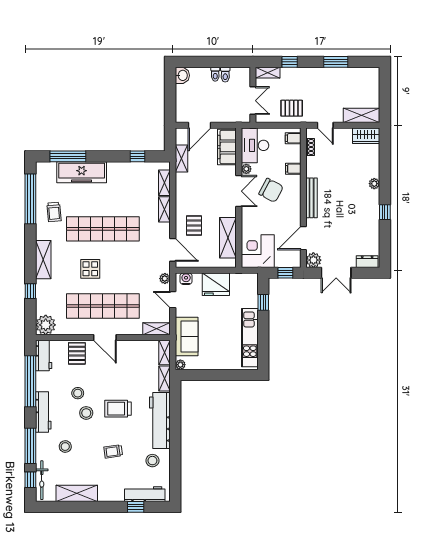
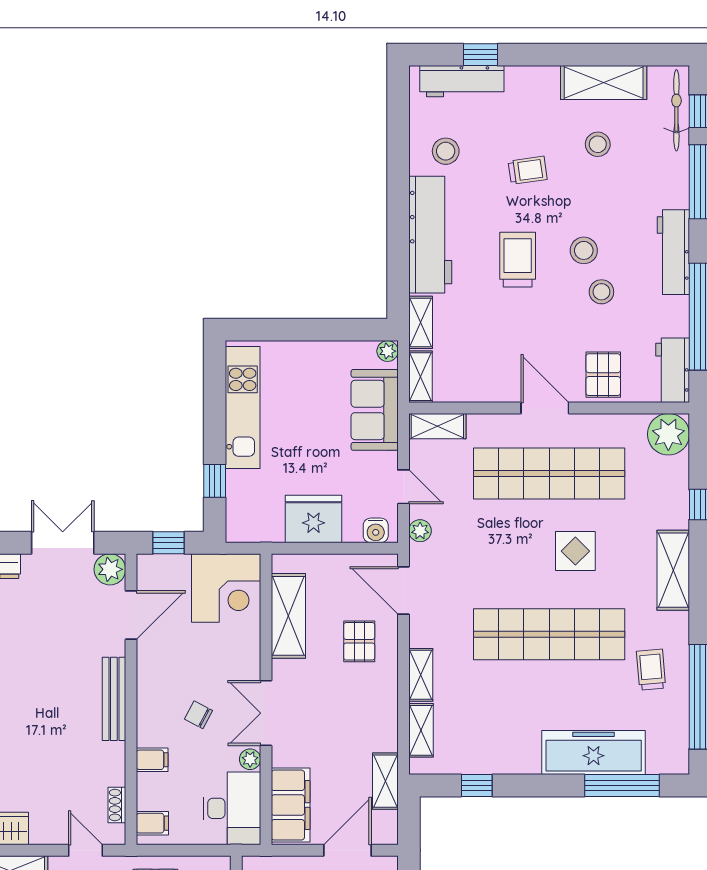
chair: (271, 190) -> (198, 715), width x0.54, depth x0.54
trolley: (118, 409) -> (518, 260), turned -90
stool: (65, 447) -> (598, 144), moved

